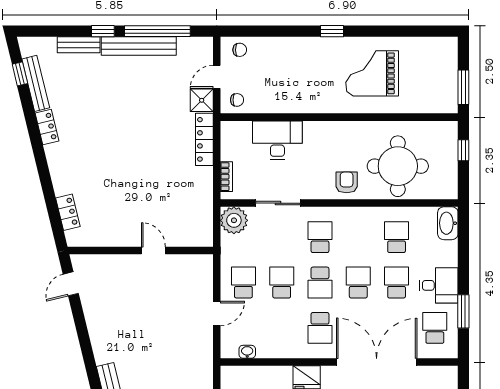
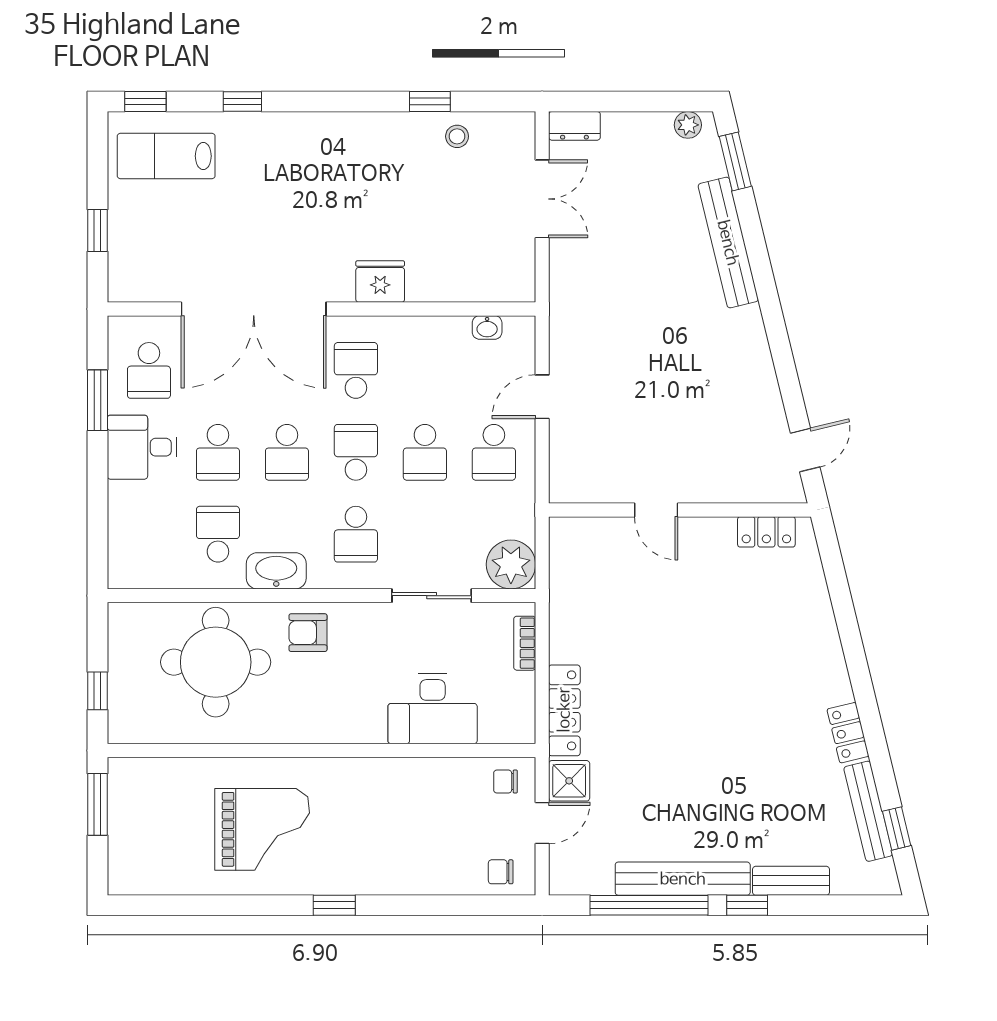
armchair: (347, 182) -> (308, 633), turned 90
locker: (68, 212) -> (766, 532), moved, turned -76
washbasin: (448, 223) -> (276, 571), moved, turned -90
school desk: (397, 237) -> (218, 534), turned 180

